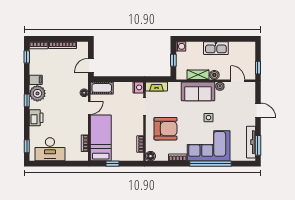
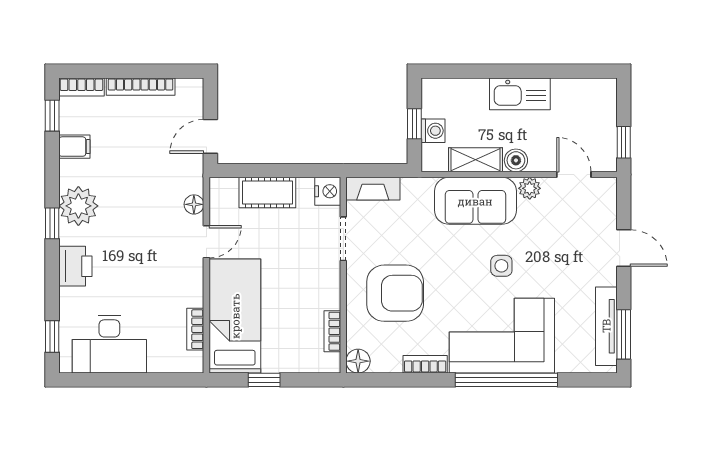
washing machine: (181, 46) -> (433, 131), moved
filing cabinet: (36, 80) -> (74, 147), moved
cot: (102, 88) -> (267, 193), moved

